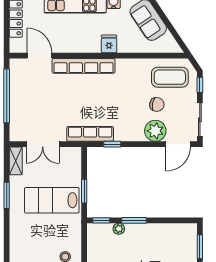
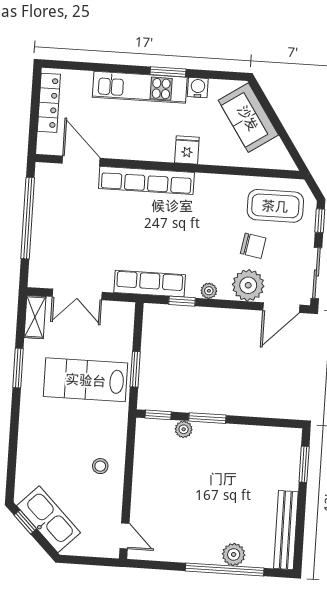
plant: (130, 136) -> (209, 291), added

